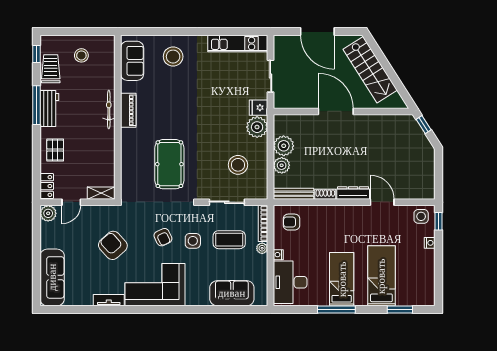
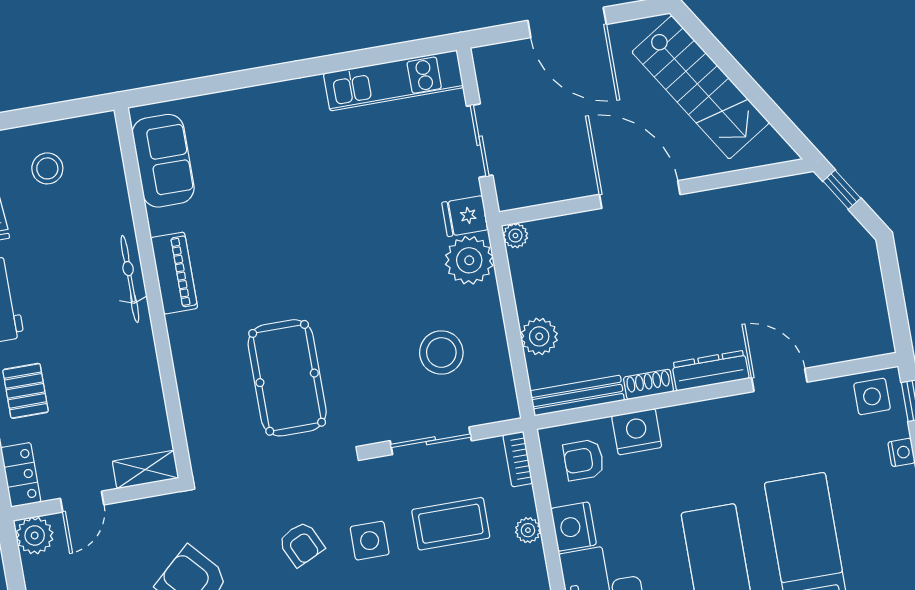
stool: (173, 57) -> (253, 135), removed
plant: (284, 146) -> (515, 236), moved, width x0.53, depth x0.53
nightstand: (317, 214) -> (637, 432), added
bookcase: (263, 223) -> (518, 459), width x0.64
nightstand: (278, 255) -> (573, 527), width x1.89, depth x1.79

